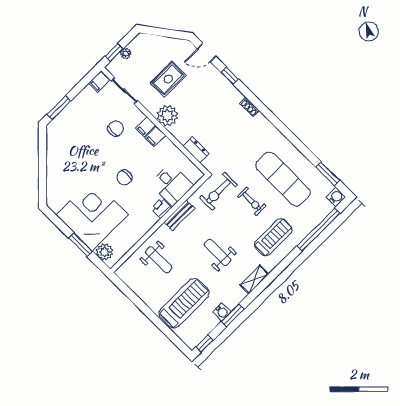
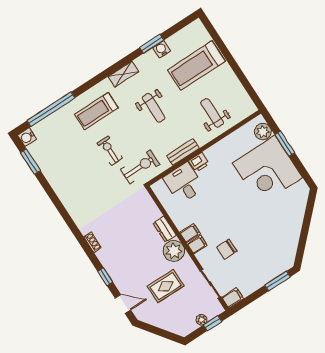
dresser: (196, 150) -> (165, 229), moved
chair: (124, 177) -> (228, 200), removed
exercise mat: (283, 179) -> (75, 166), removed
window: (204, 344) -> (185, 22), removed

